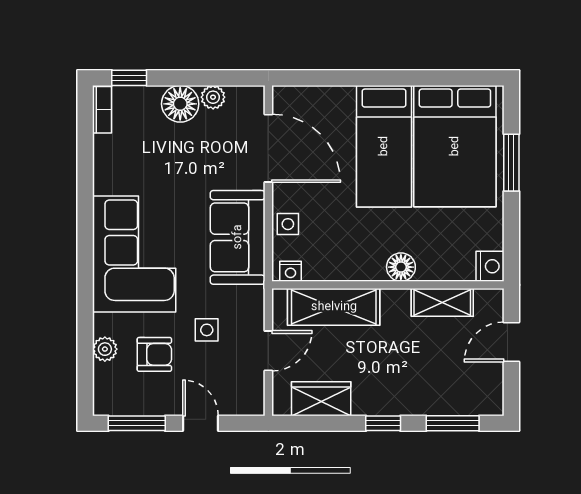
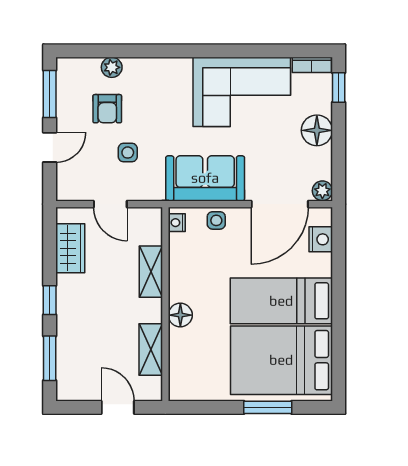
plant: (213, 97) -> (322, 191), moved
corner sofa: (134, 254) -> (242, 92), moved
nightstand: (490, 266) -> (321, 239), moved, turned -90
shelving: (334, 307) -> (151, 272), width x0.67, depth x0.75

